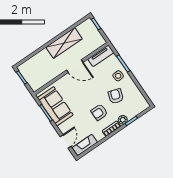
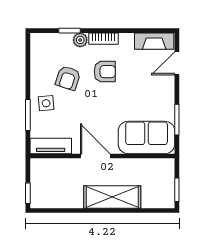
shelving: (64, 43) -> (112, 197), moved
sofa: (55, 106) -> (147, 137), moved, turned 90

